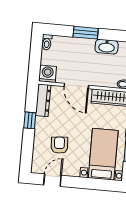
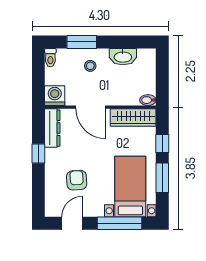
window: (86, 33) -> (82, 42), moved
stool: (79, 52) -> (90, 66), added
window: (92, 184) -> (120, 223), added

